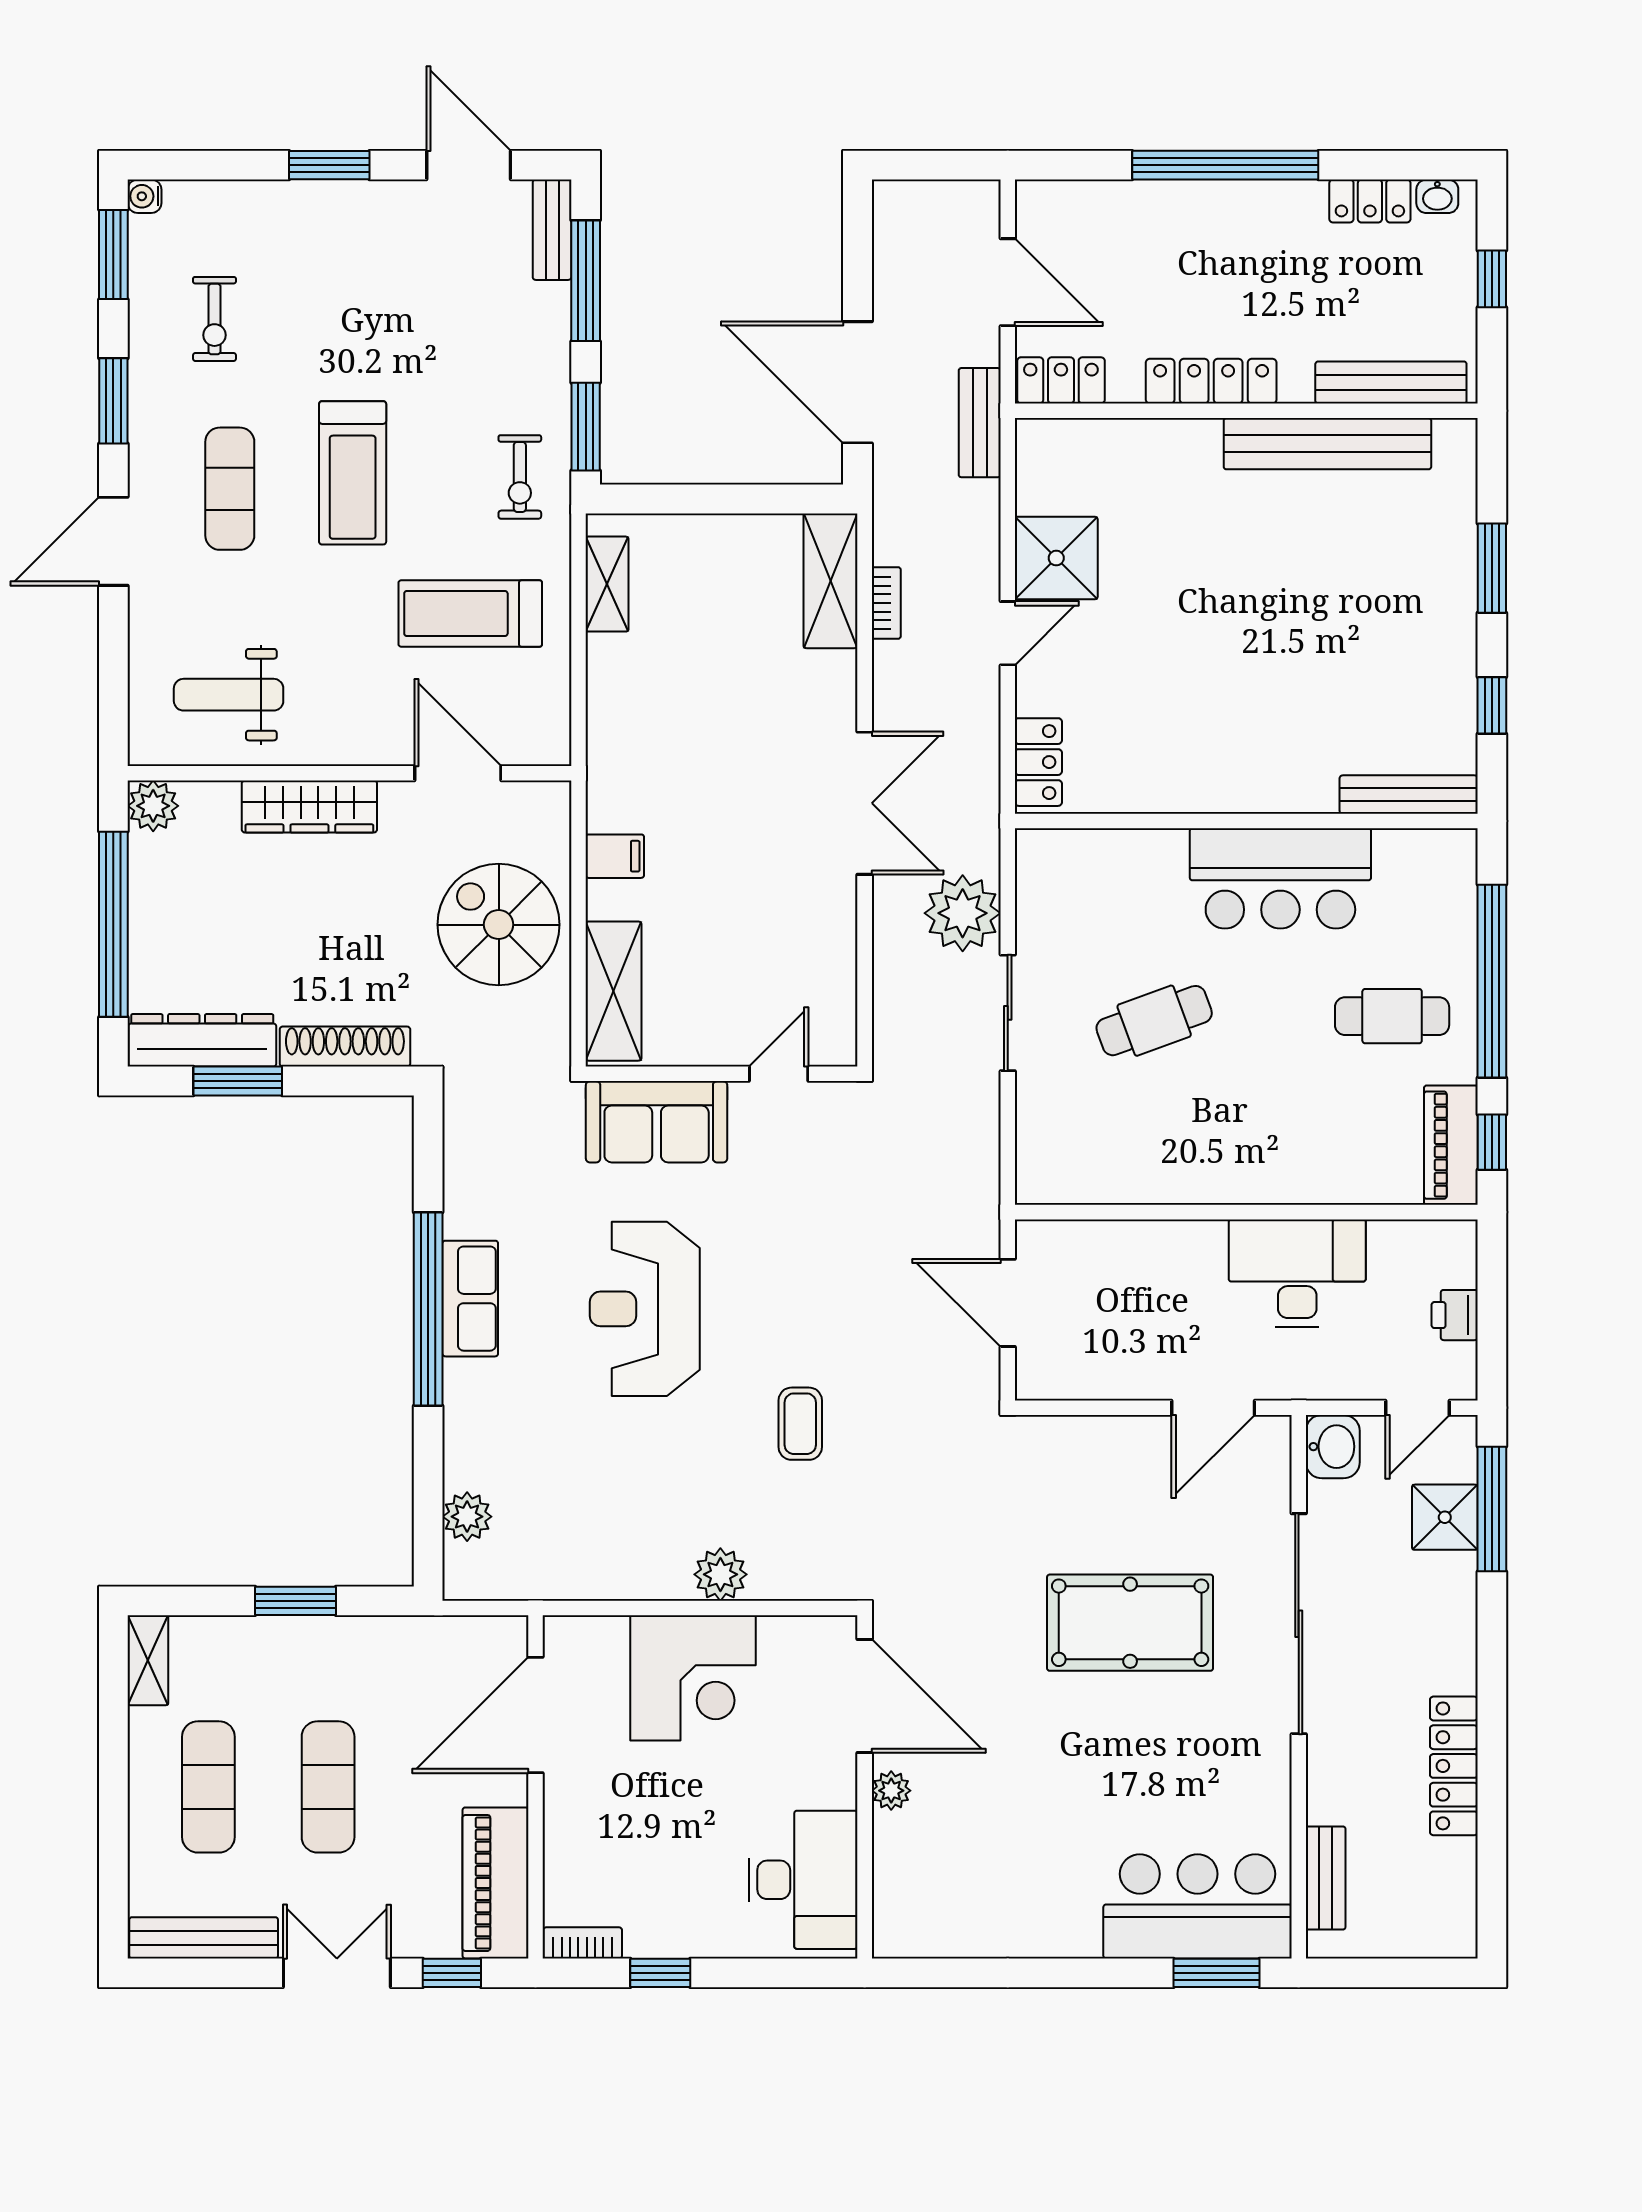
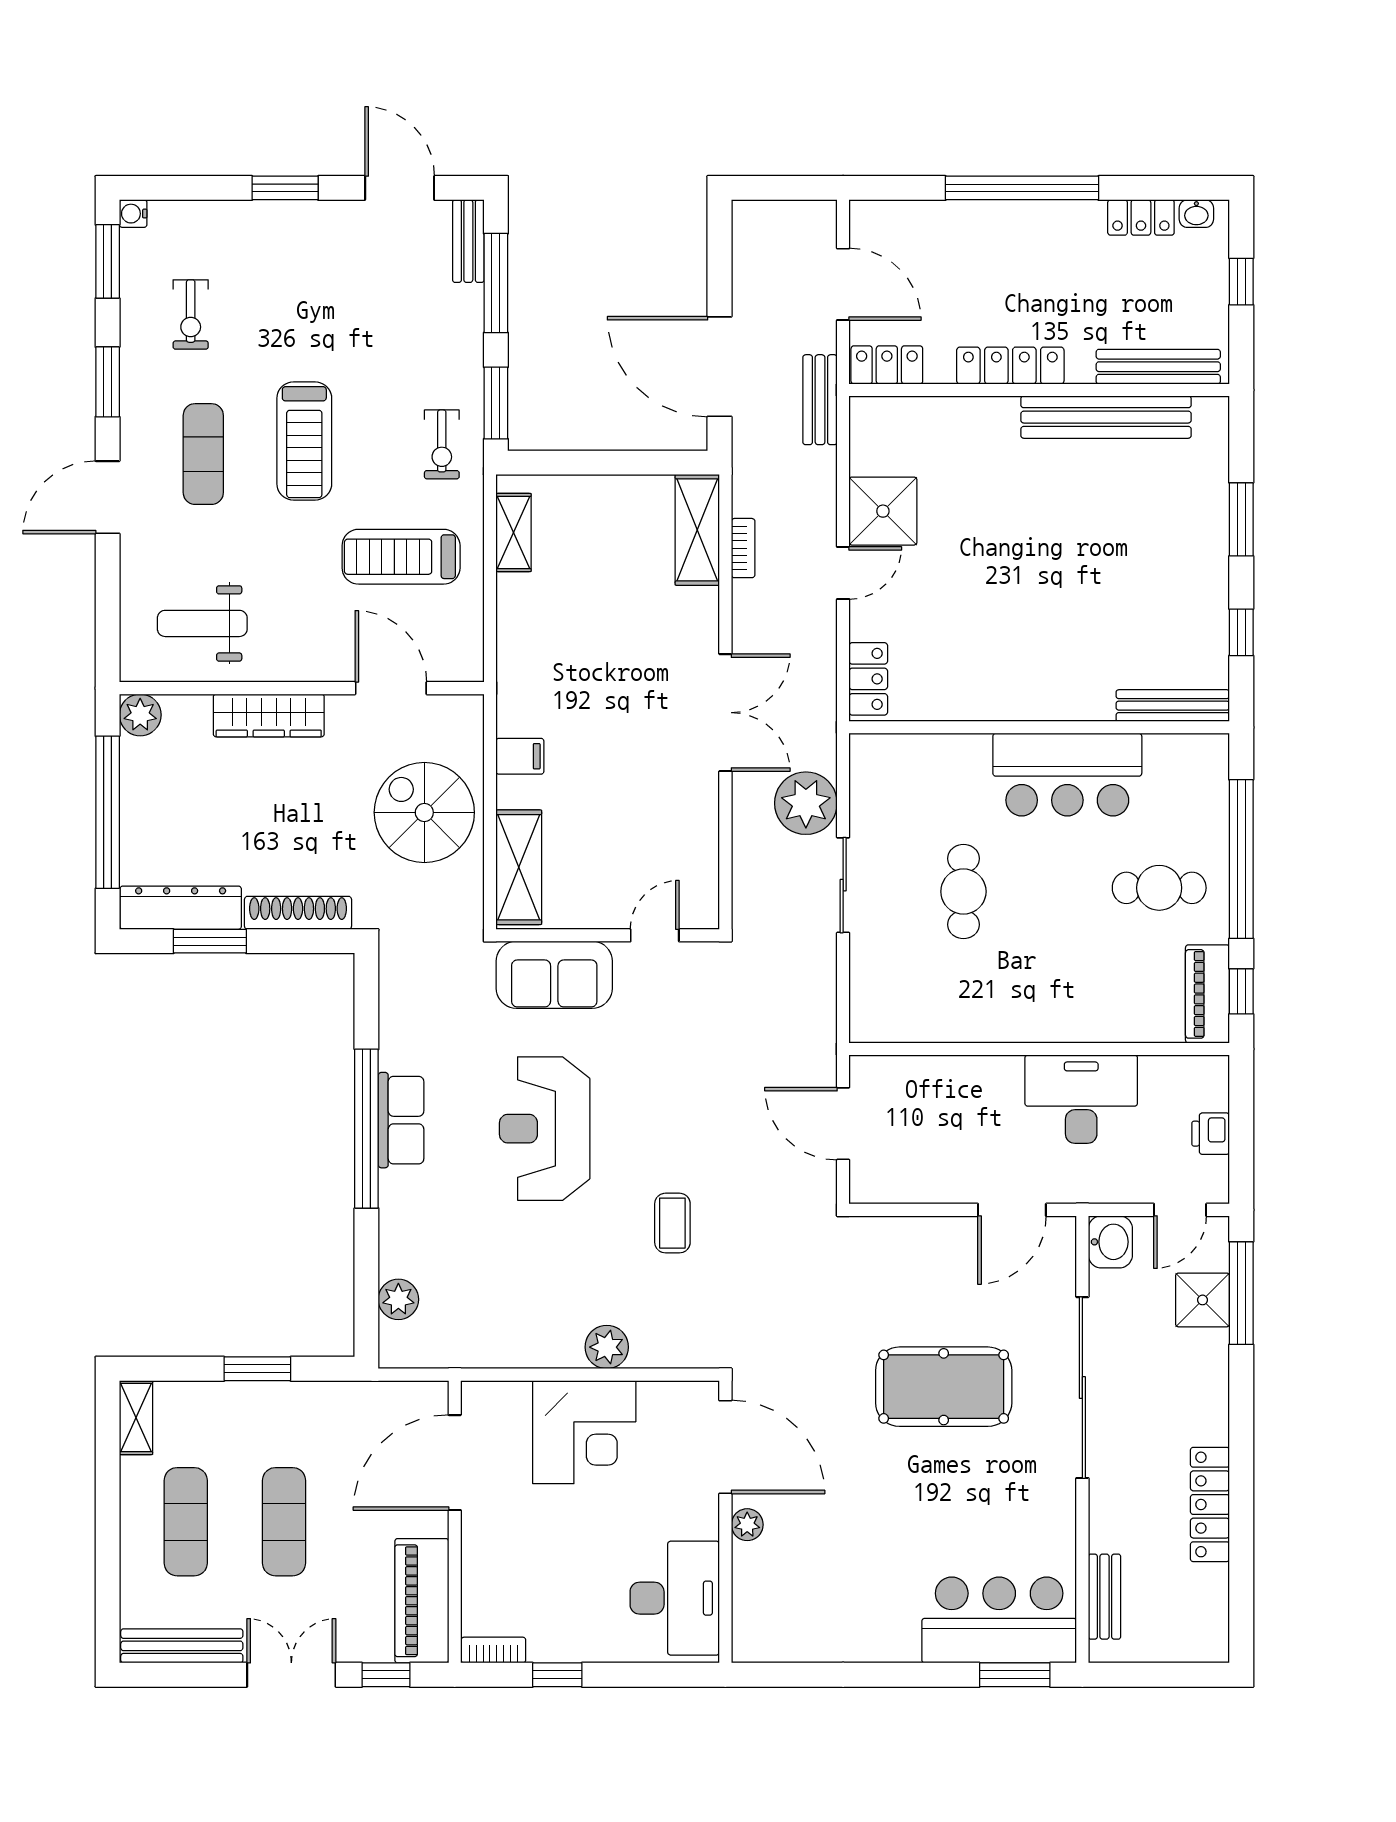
cafe table: (1154, 1021) -> (963, 892), turned -70

